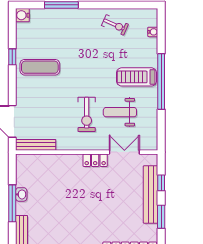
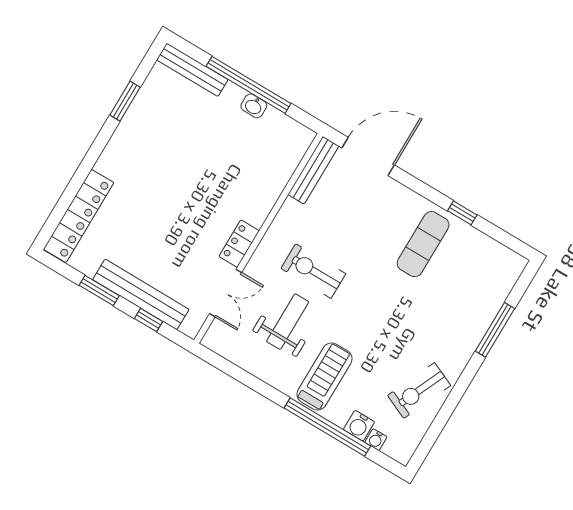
water cooler: (22, 15) -> (359, 426), moved, turned 180
exercise bike: (115, 25) -> (419, 390), width x1.38, depth x1.39
window: (161, 82) -> (327, 427), moved
window: (12, 203) -> (248, 85), width x1.46

